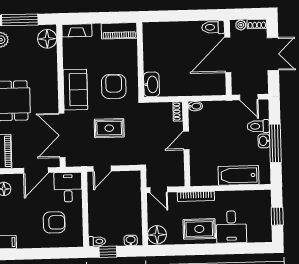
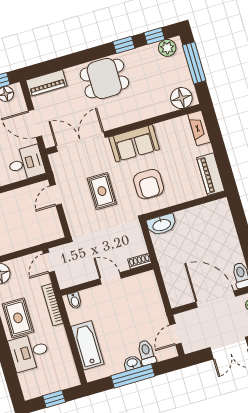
armchair: (114, 86) -> (149, 184), turned 90
bidet: (195, 106) -> (75, 301), moved
door: (102, 169) -> (56, 195), hinge flipped

